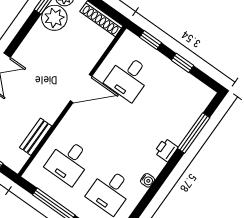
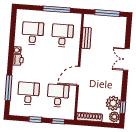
desk: (170, 107) -> (28, 93), added
printer: (166, 150) -> (18, 60), moved

